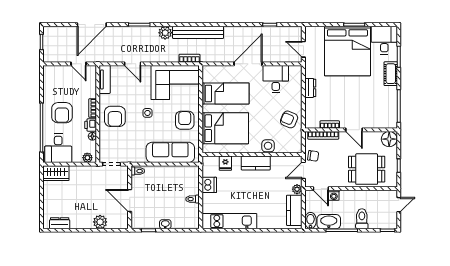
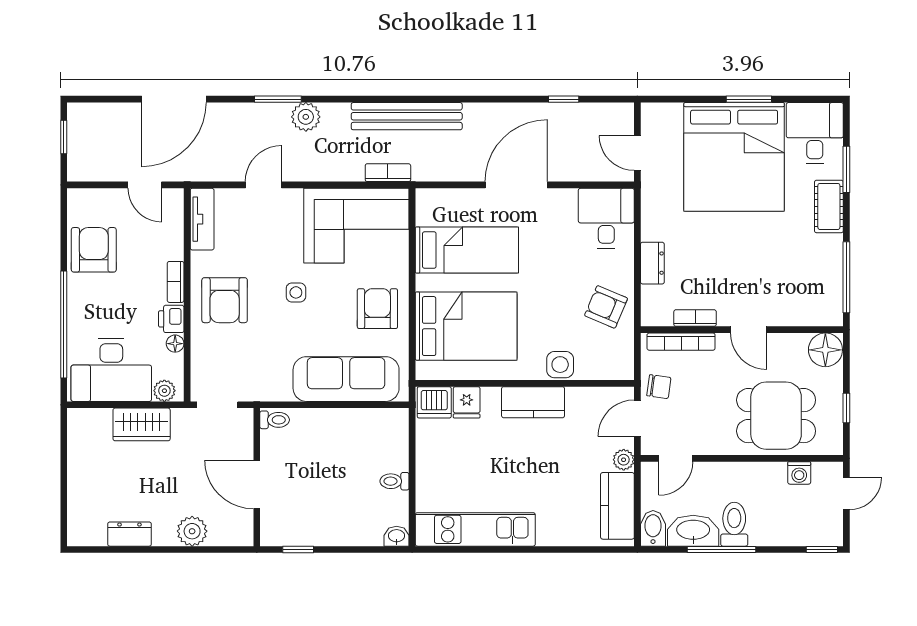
plant: (165, 33) -> (306, 117), moved
door: (133, 64) -> (263, 185), swing flipped
desk: (276, 79) -> (606, 218), moved
dresser: (310, 88) -> (652, 263), moved
armchair: (62, 113) -> (94, 250), moved, turned 180
desk: (58, 148) -> (111, 370), width x1.37
wardrobe: (56, 173) -> (142, 424), moved
dishwasher: (209, 185) -> (434, 402), moved, turned 90
door: (321, 189) -> (676, 458), hinge flipped
washing machine: (334, 195) -> (799, 473), moved
toilet: (362, 219) -> (734, 524), moved
dresser: (60, 223) -> (129, 534), moved
washbasin: (165, 224) -> (397, 536), moved

